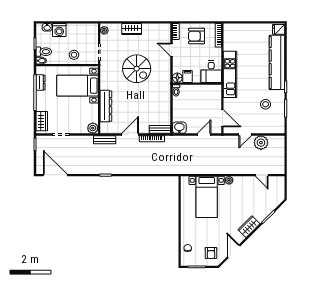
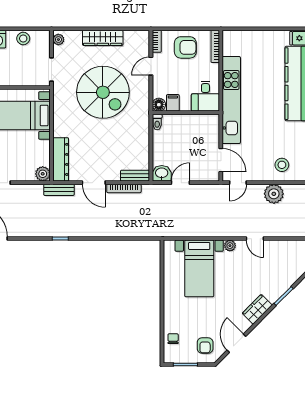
wardrobe: (132, 29) -> (103, 38), width x1.50
armchair: (197, 36) -> (185, 47), turned 180
door: (171, 50) -> (151, 66), hinge flipped
stool: (74, 55) -> (23, 39), moved
spiral stairs: (137, 69) -> (103, 92), width x1.37, depth x1.37
kitchen unit: (230, 74) -> (231, 100), width x1.36
stool: (266, 104) -> (282, 165), moved
dresser: (106, 106) -> (61, 159), moved
door: (130, 134) -> (94, 183), swing flipped
door: (204, 134) -> (180, 183), moved
door: (245, 134) -> (238, 183), moved
door: (262, 175) -> (255, 239), moved

